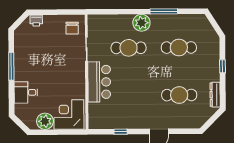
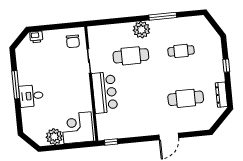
cafe table: (179, 48) -> (181, 51), width x0.73, depth x0.74
desk: (26, 92) -> (31, 96), moved
window: (121, 132) -> (111, 142), moved

